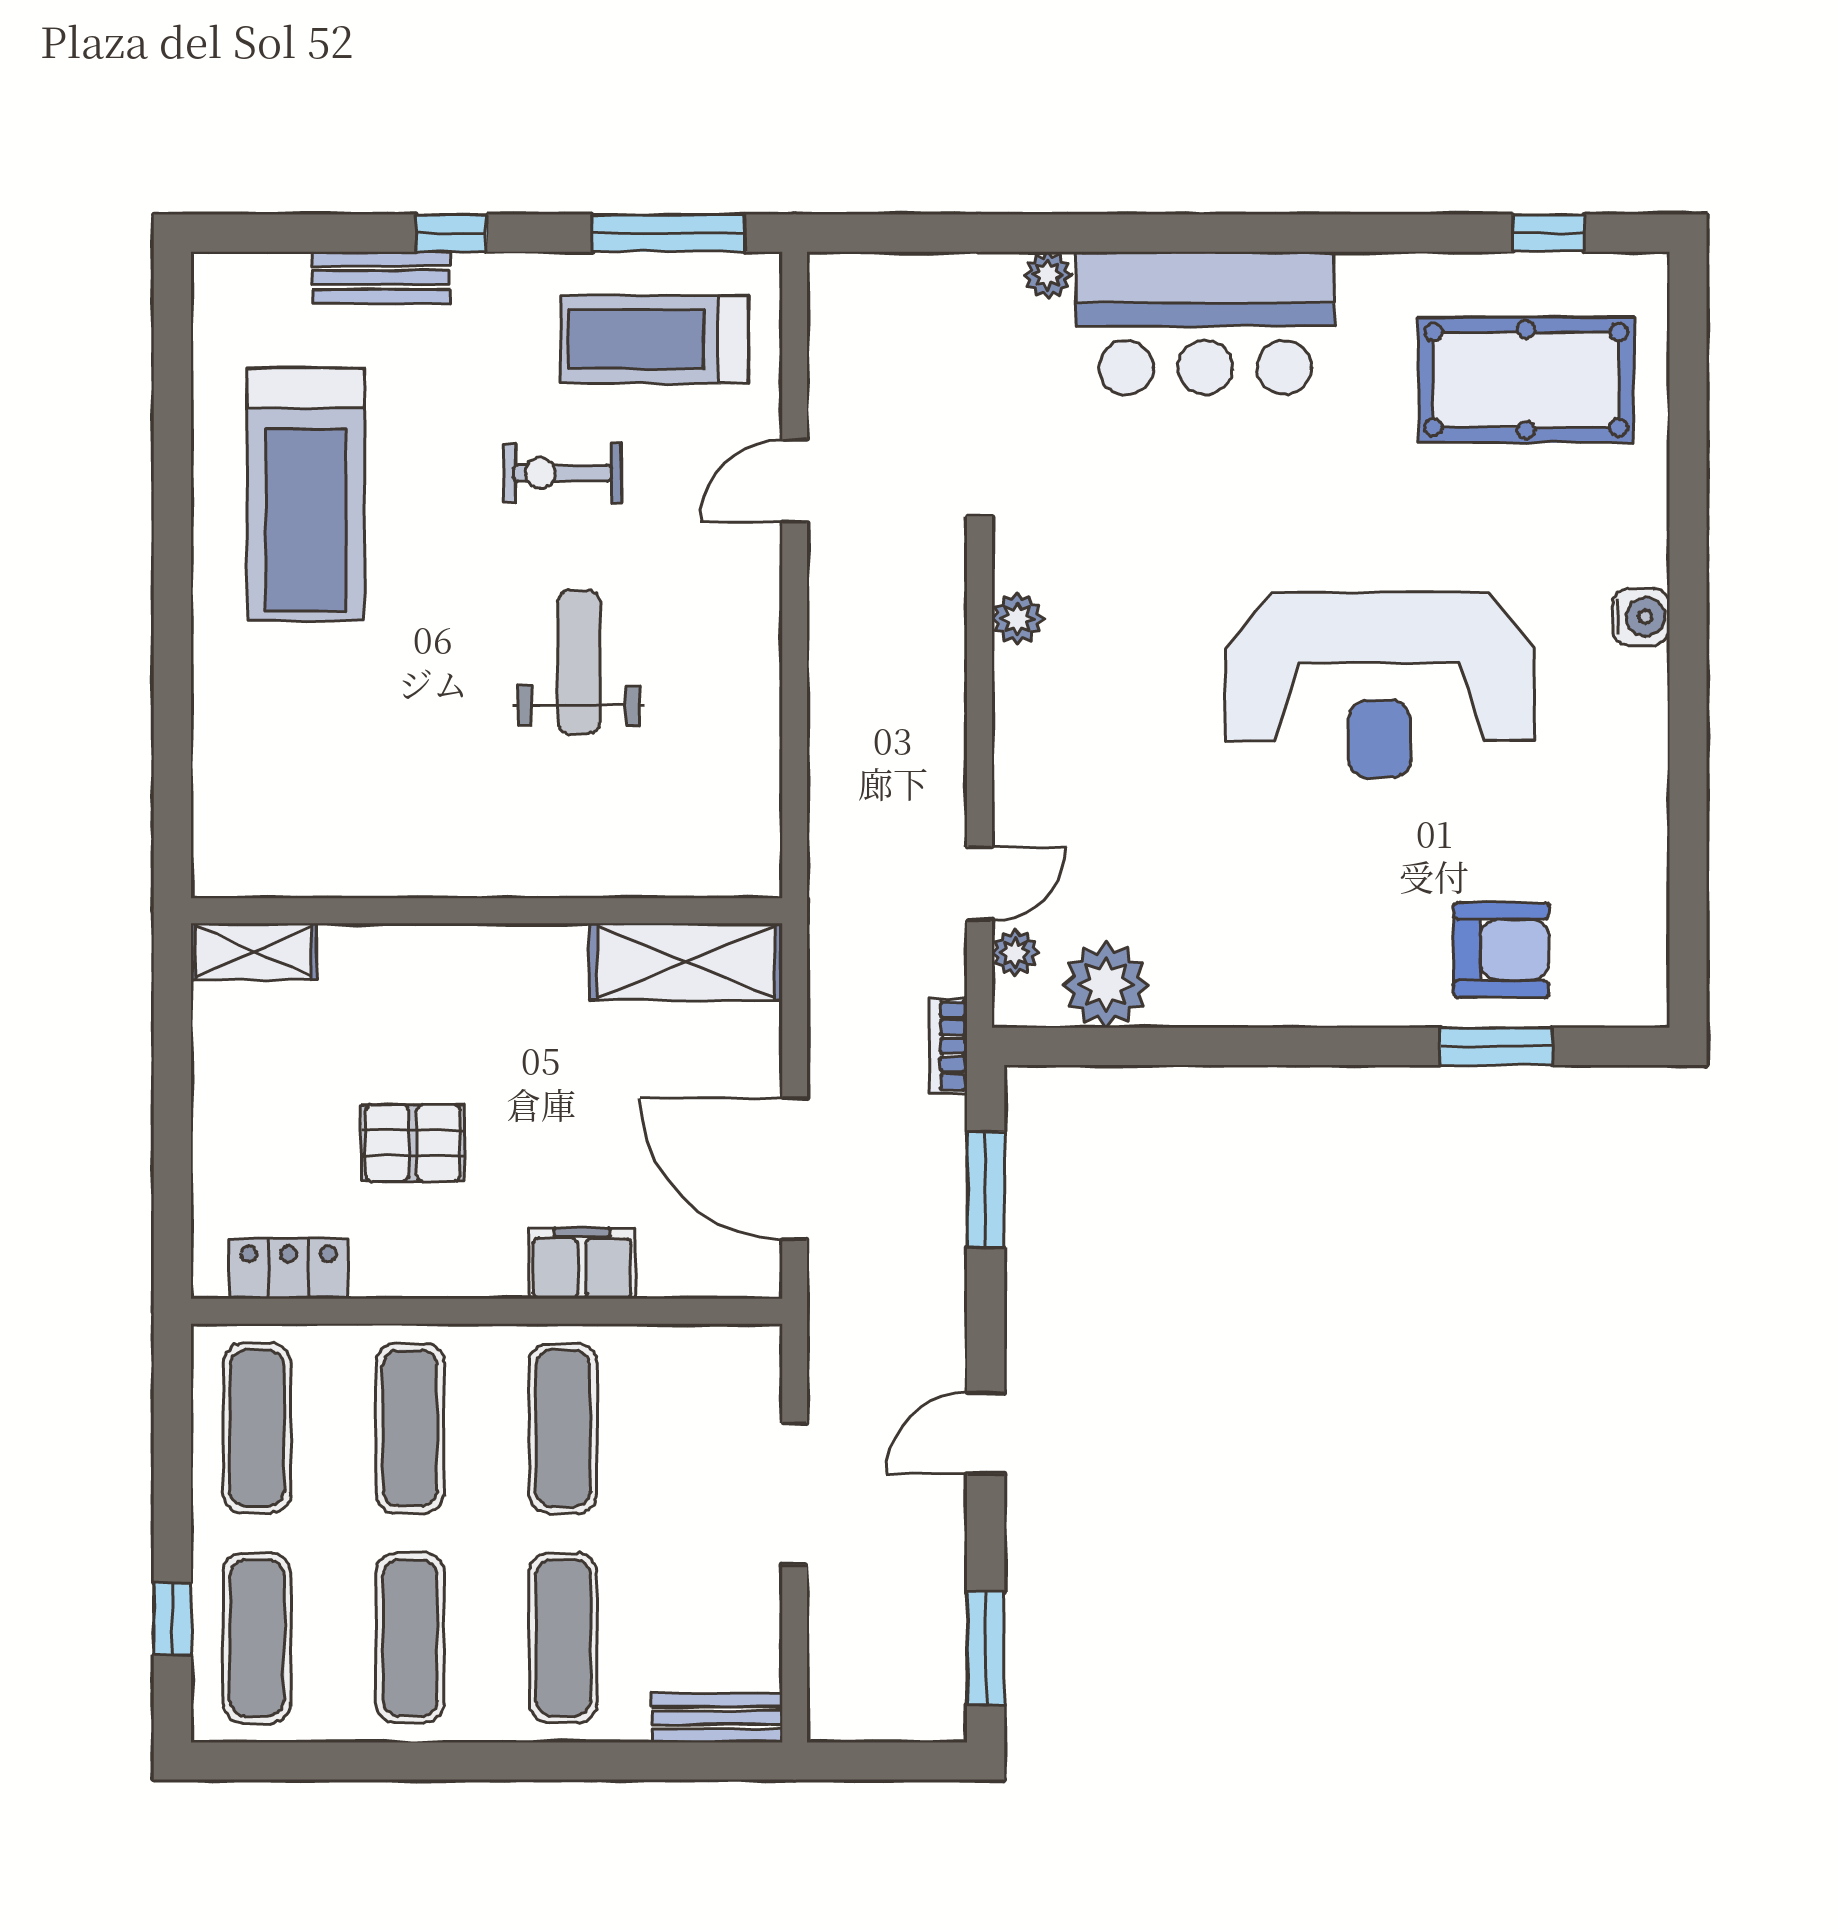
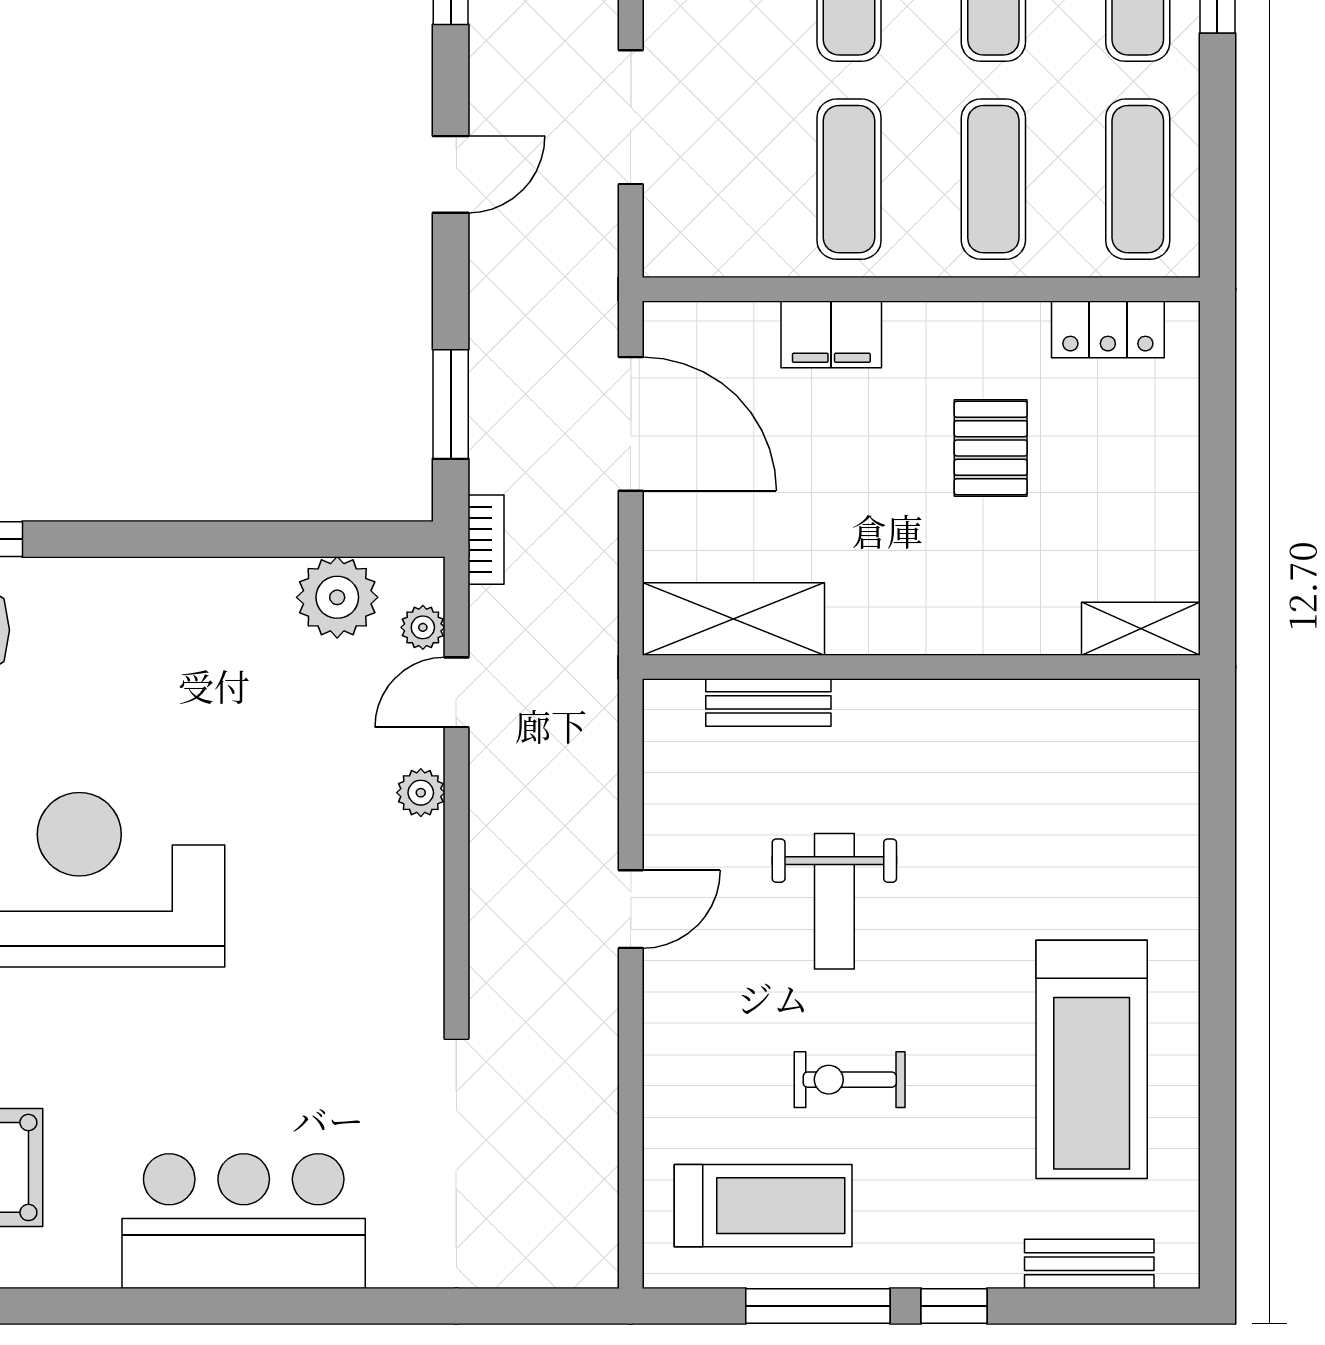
window: (668, 233) -> (818, 1306), moved
plant: (1048, 275) -> (392, 1266), removed
bench: (381, 278) -> (1089, 1264), moved
exercise bike: (562, 473) -> (850, 1080), turned 180
door: (795, 481) -> (631, 909), moved
treadmill: (306, 495) -> (1092, 1059), turned 180
plant: (1017, 618) -> (421, 793), moved
bench: (649, 873) -> (768, 702), added
pallet: (413, 1143) -> (991, 448), turned 90

